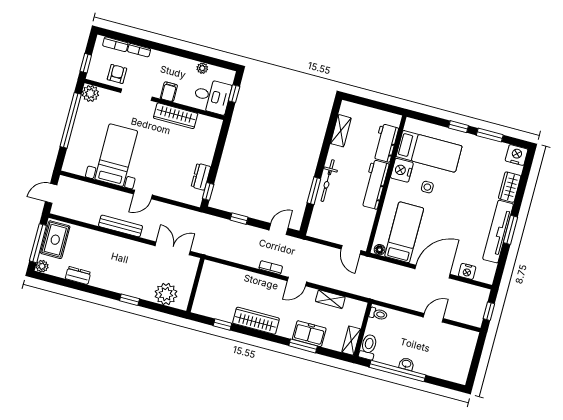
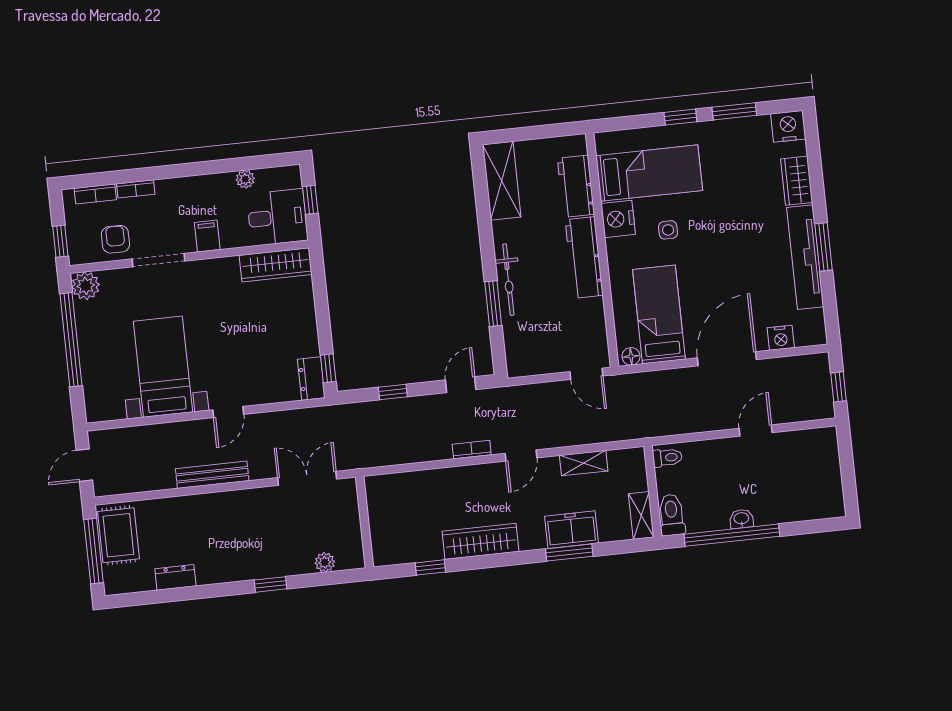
wardrobe: (176, 116) -> (276, 265), moved
shelving: (341, 131) -> (502, 181), width x1.50, depth x1.33
dresser: (201, 177) -> (311, 379), moved
plant: (42, 266) -> (114, 585), removed
plant: (166, 294) -> (325, 562), width x0.53, depth x0.53

